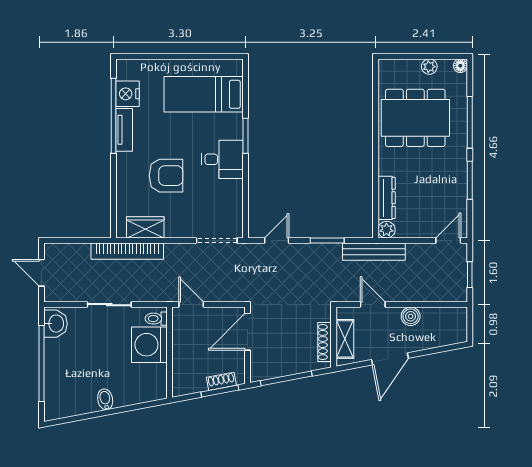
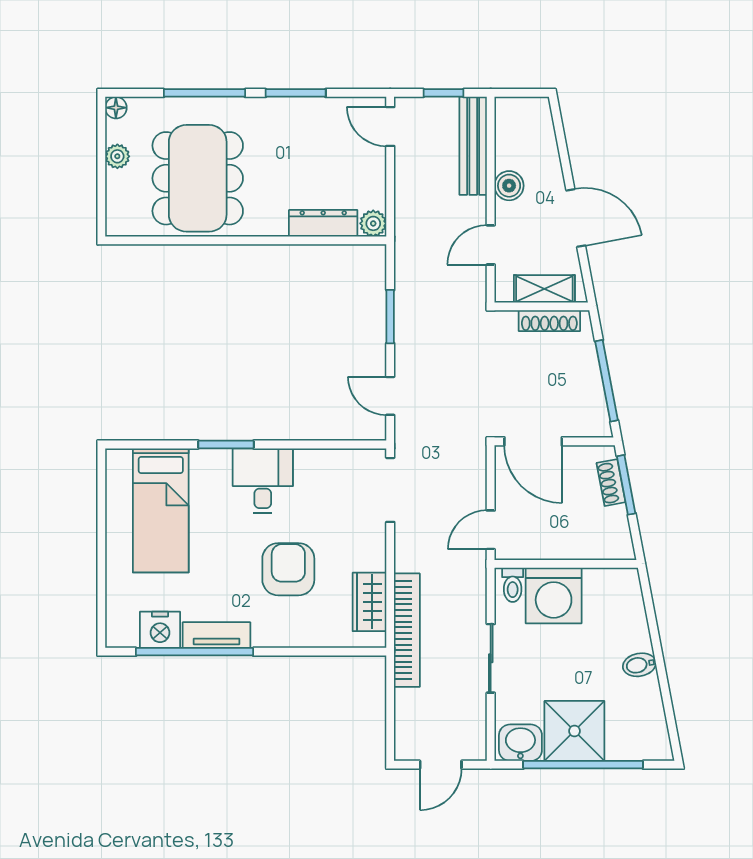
bench: (374, 252) -> (473, 146), moved
shower: (63, 358) -> (574, 731), added

